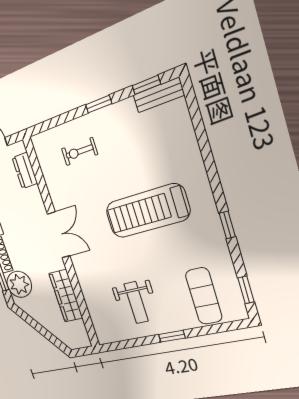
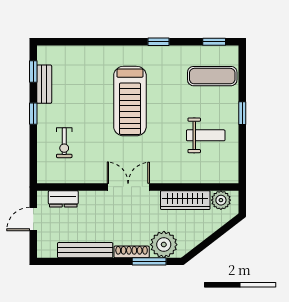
bench: (159, 95) -> (44, 84), moved
plant: (78, 331) -> (221, 200), added

